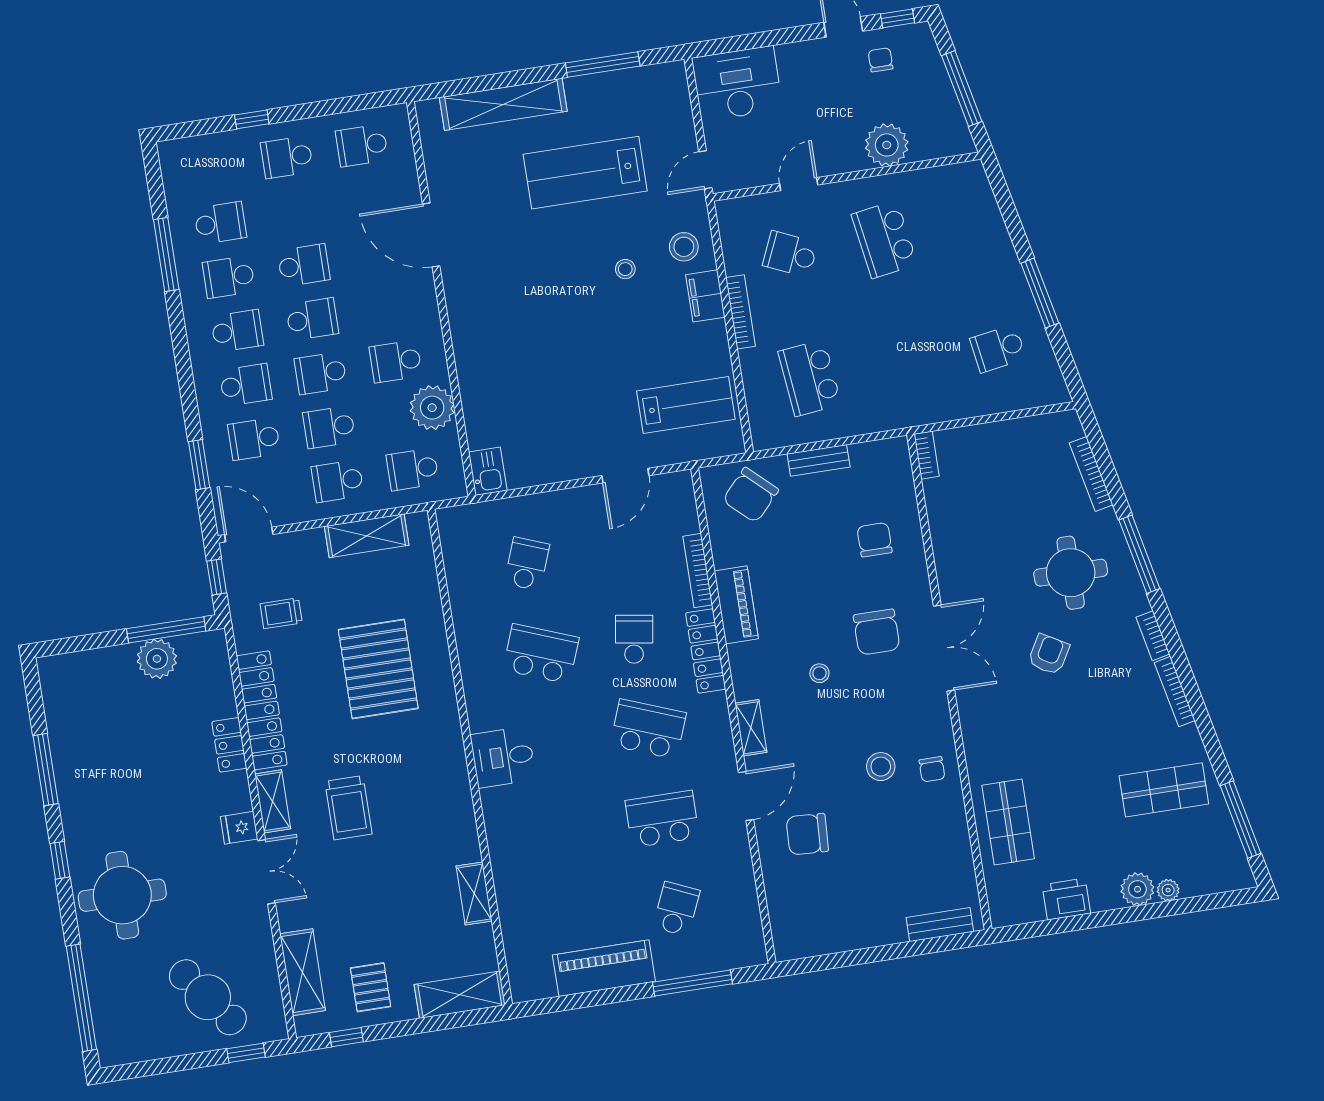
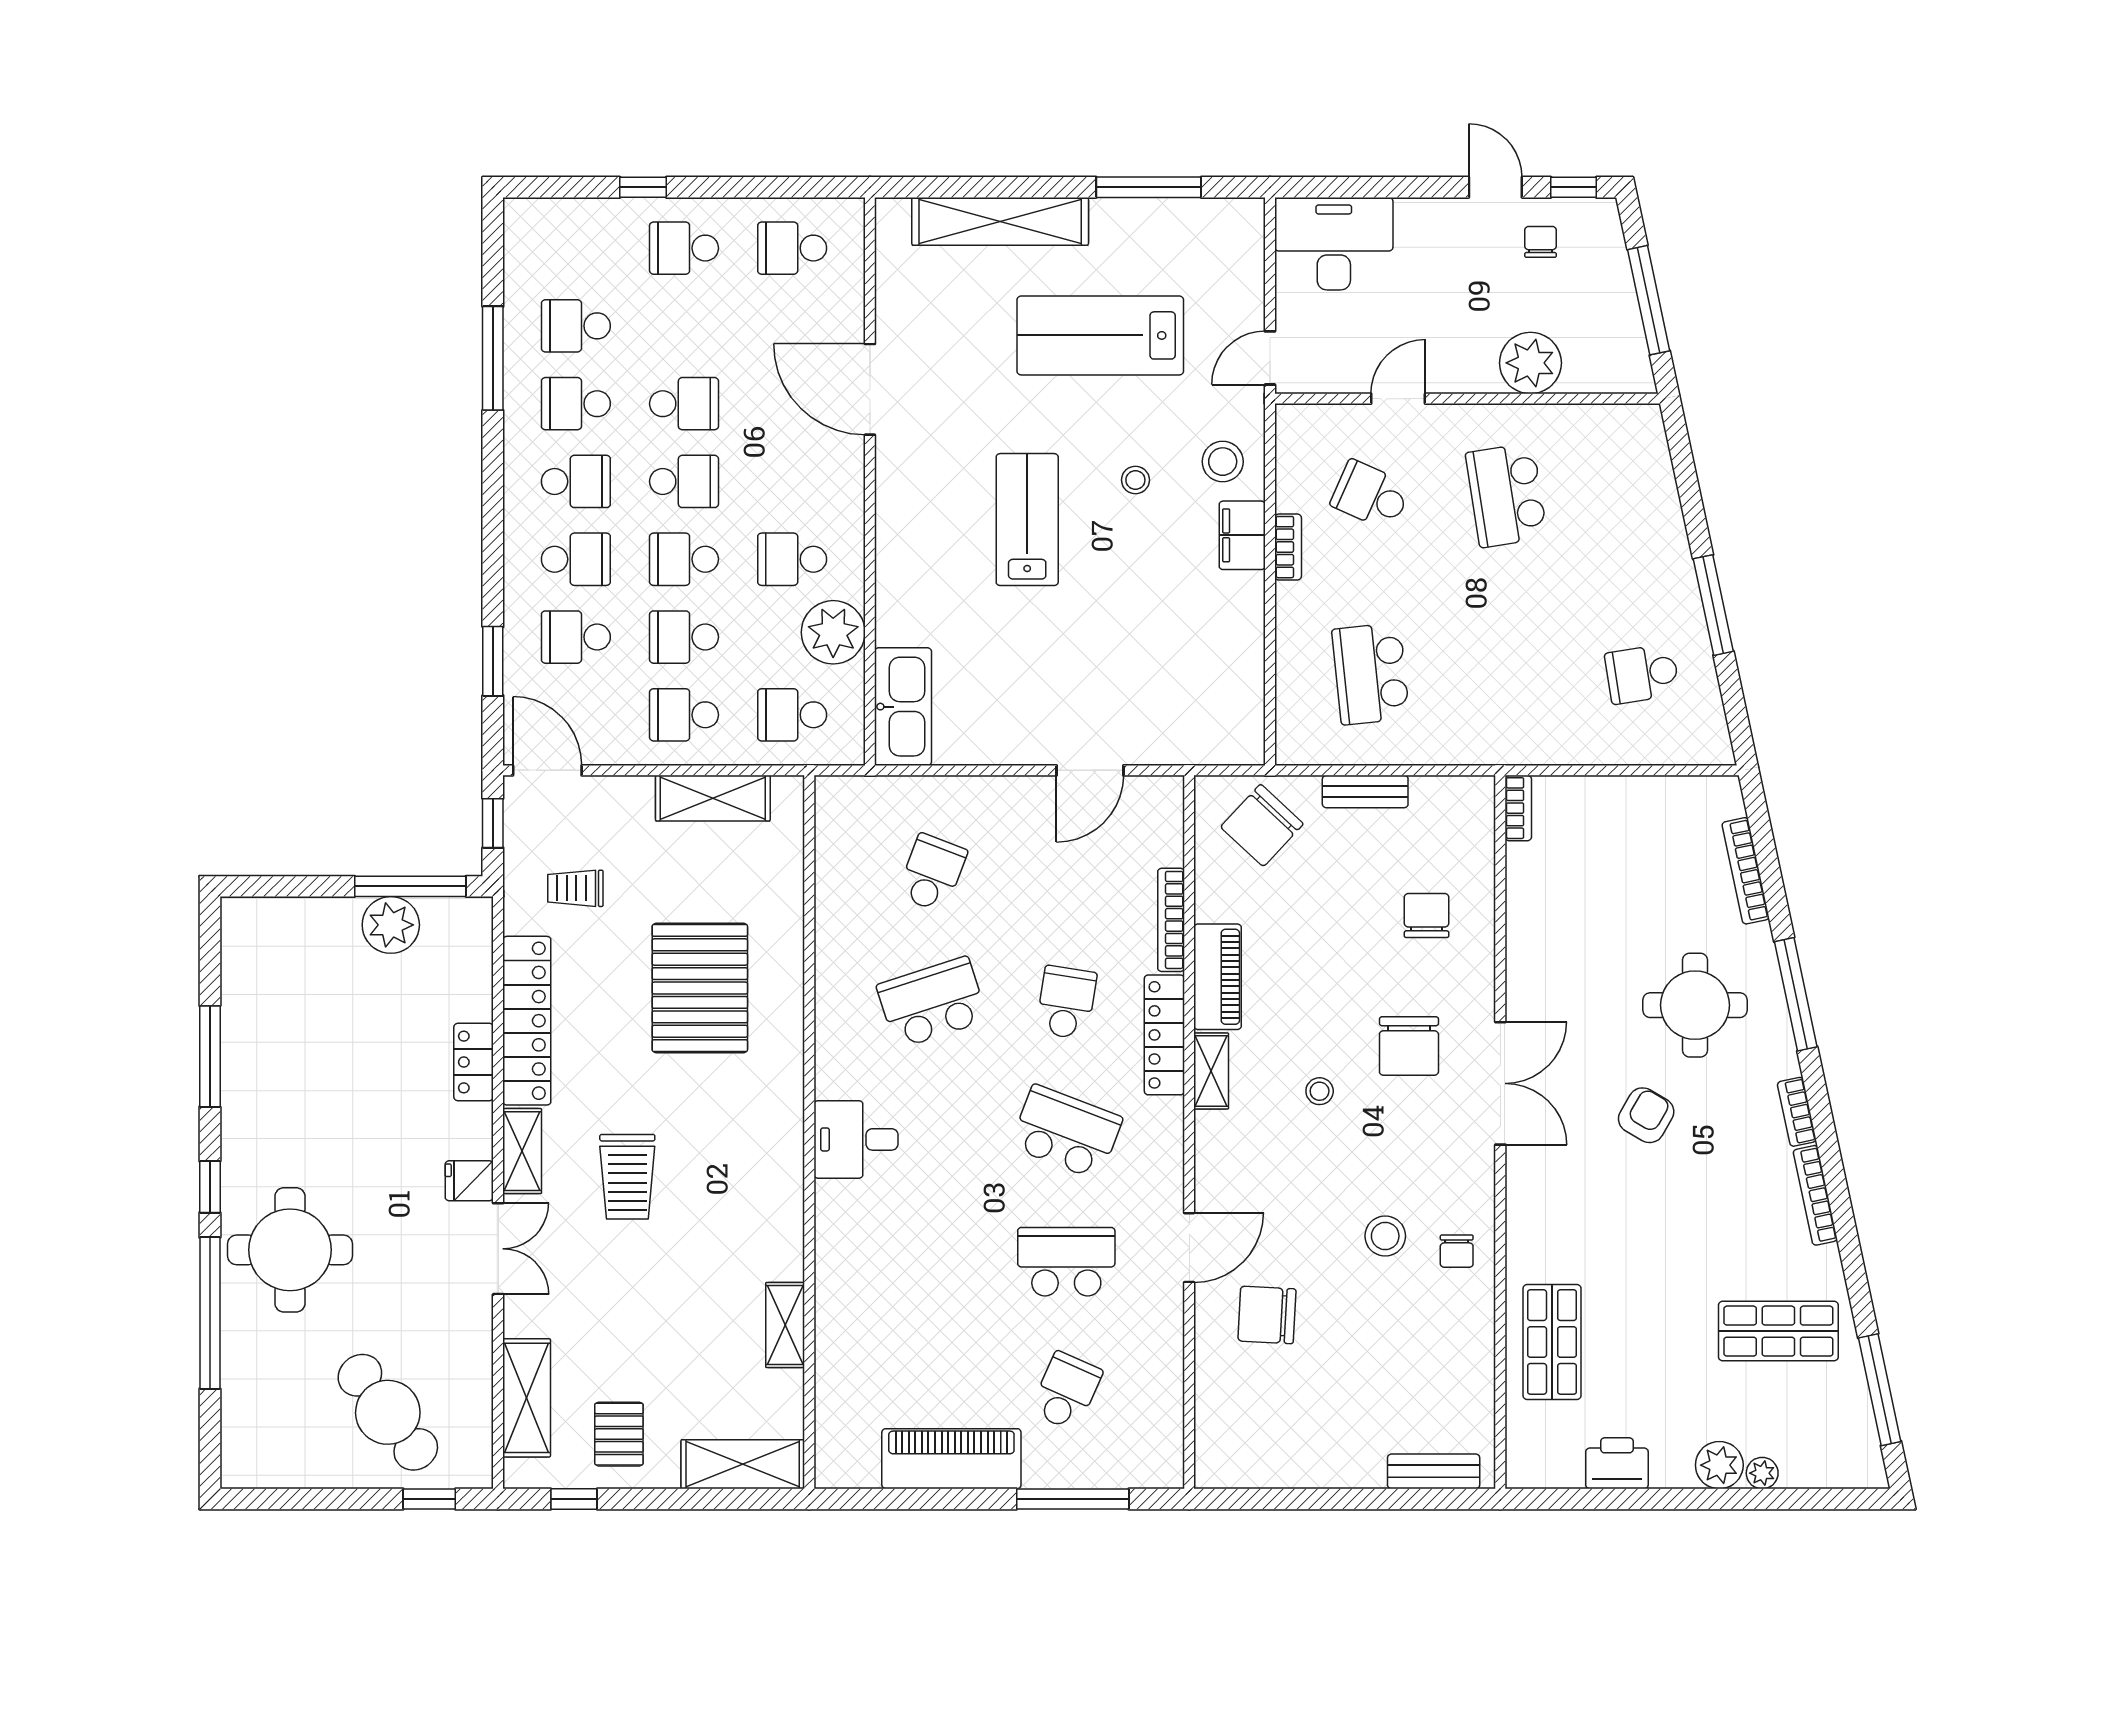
school desk: (220, 223) -> (576, 326), turned 180
bookcase: (740, 312) -> (1288, 547), width x0.64
lab bench: (686, 405) -> (1027, 520), moved, turned -90
kitchen sink: (488, 471) -> (903, 707), width x1.88, depth x1.24
school desk: (541, 654) -> (932, 1002), turned -39
shelving: (751, 728) -> (1211, 1071), moved
window: (81, 998) -> (210, 1313), moved

